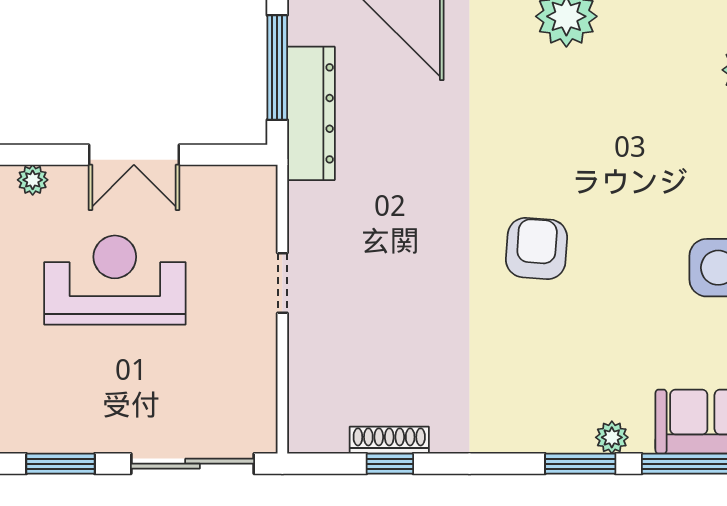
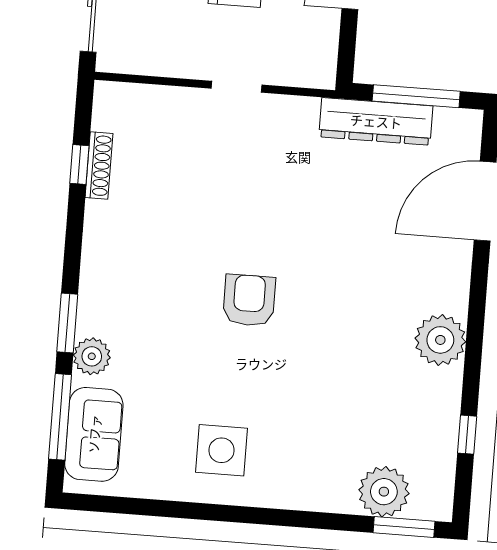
armchair: (537, 248) -> (249, 300), turned -94
plant: (612, 437) -> (92, 356), width x1.38, depth x1.38

